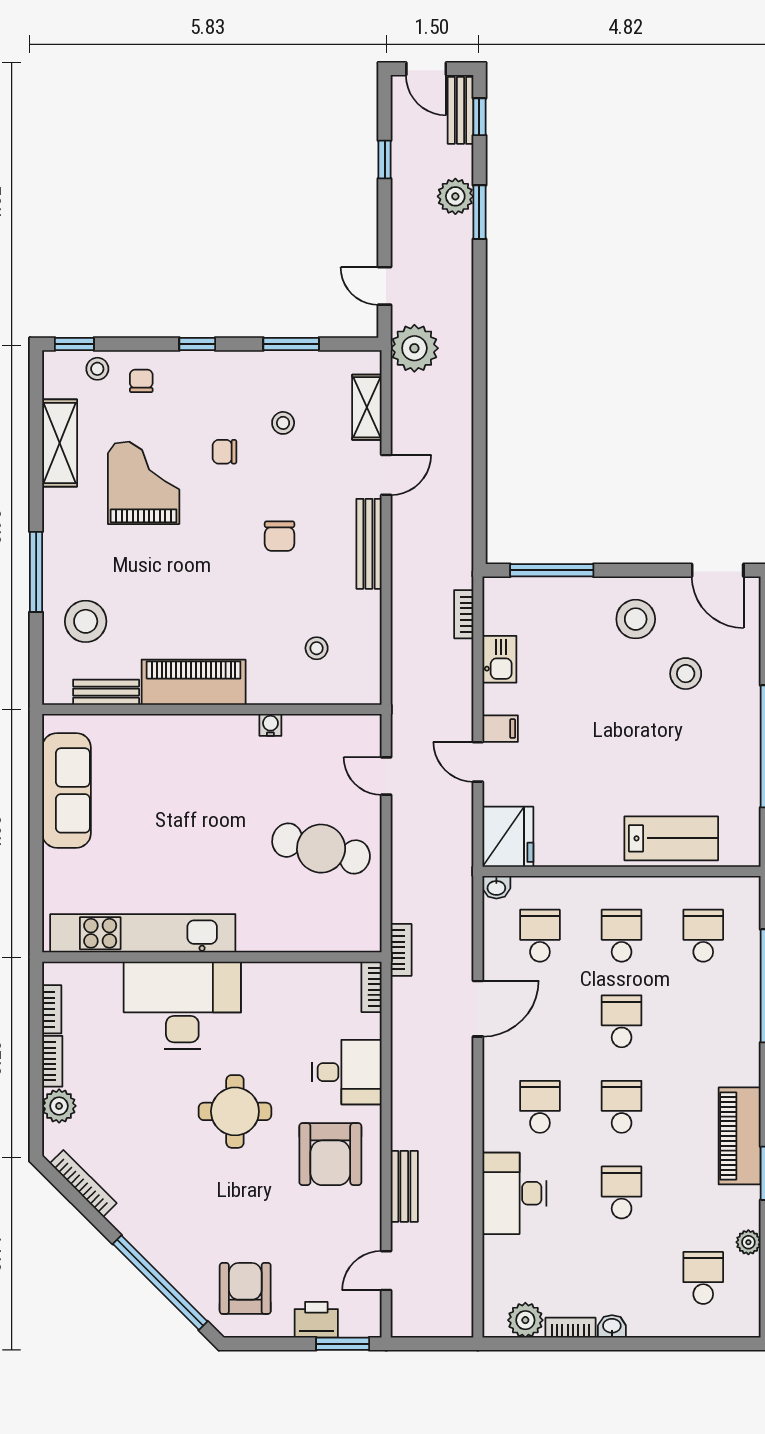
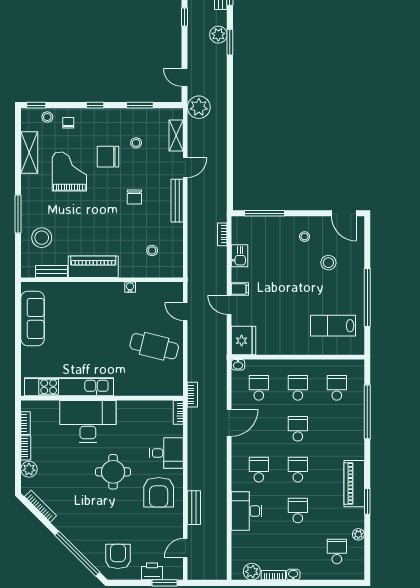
chair: (224, 452) -> (108, 157), width x1.87, depth x1.87
stool: (636, 619) -> (305, 237), width x0.53, depth x0.53
lab bench: (671, 838) -> (333, 326), moved, turned 180

